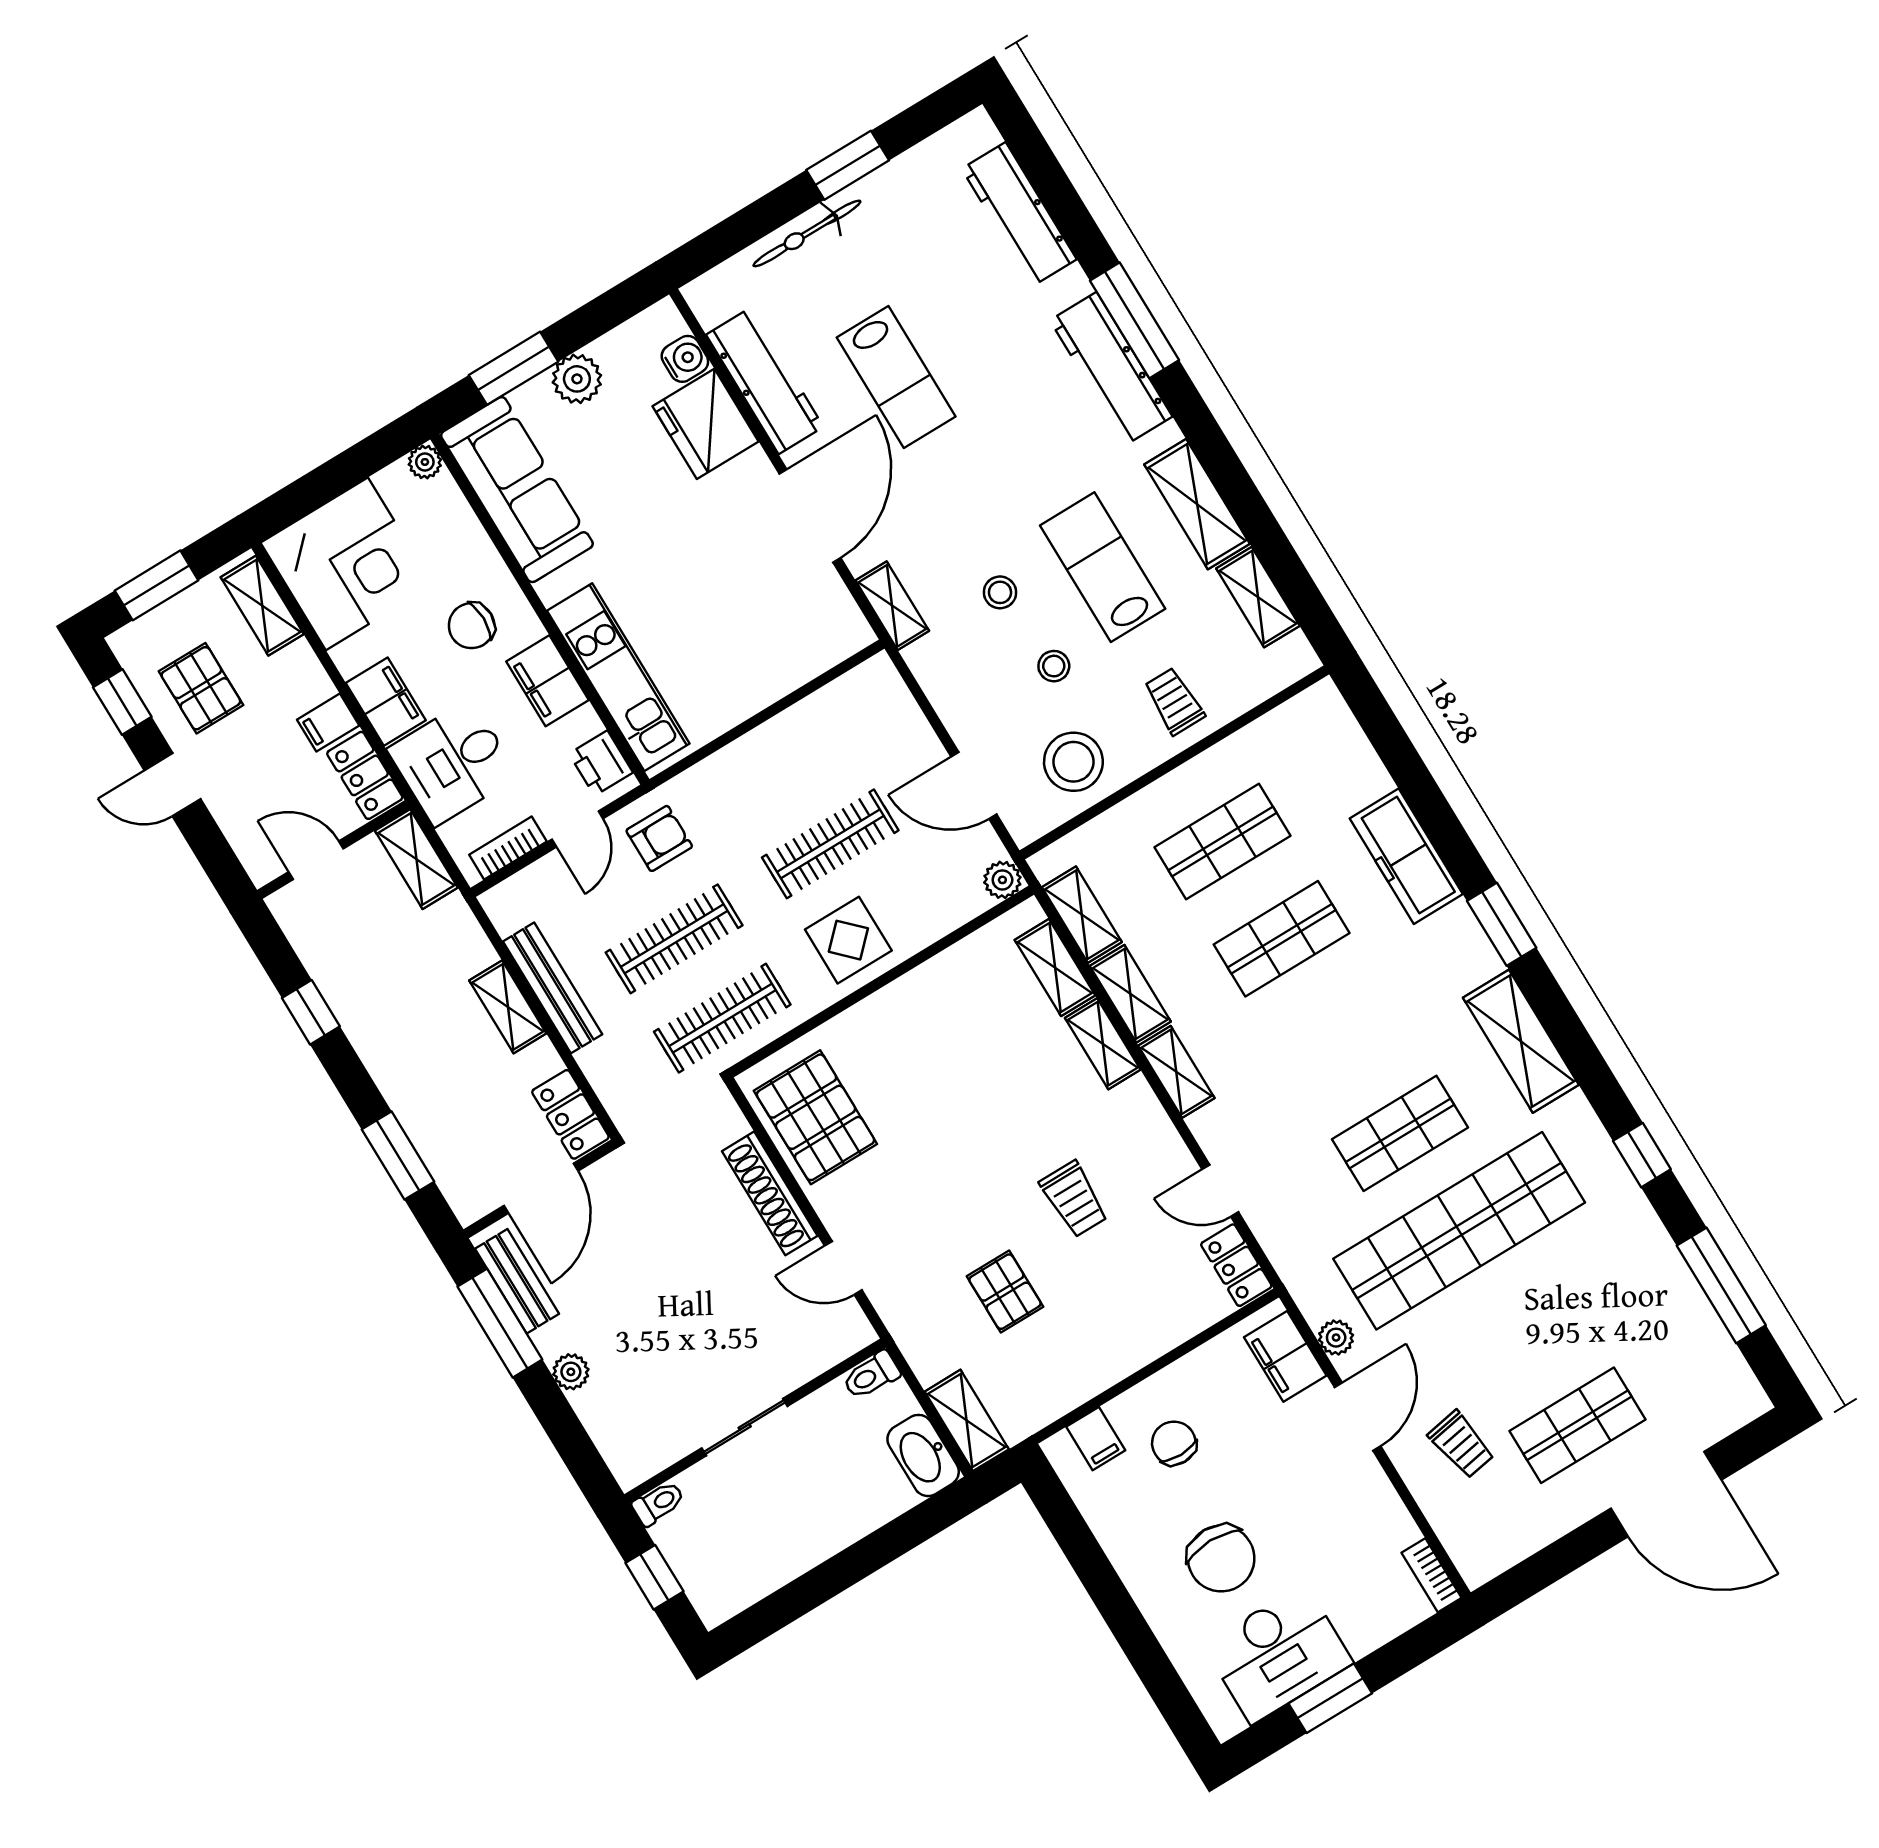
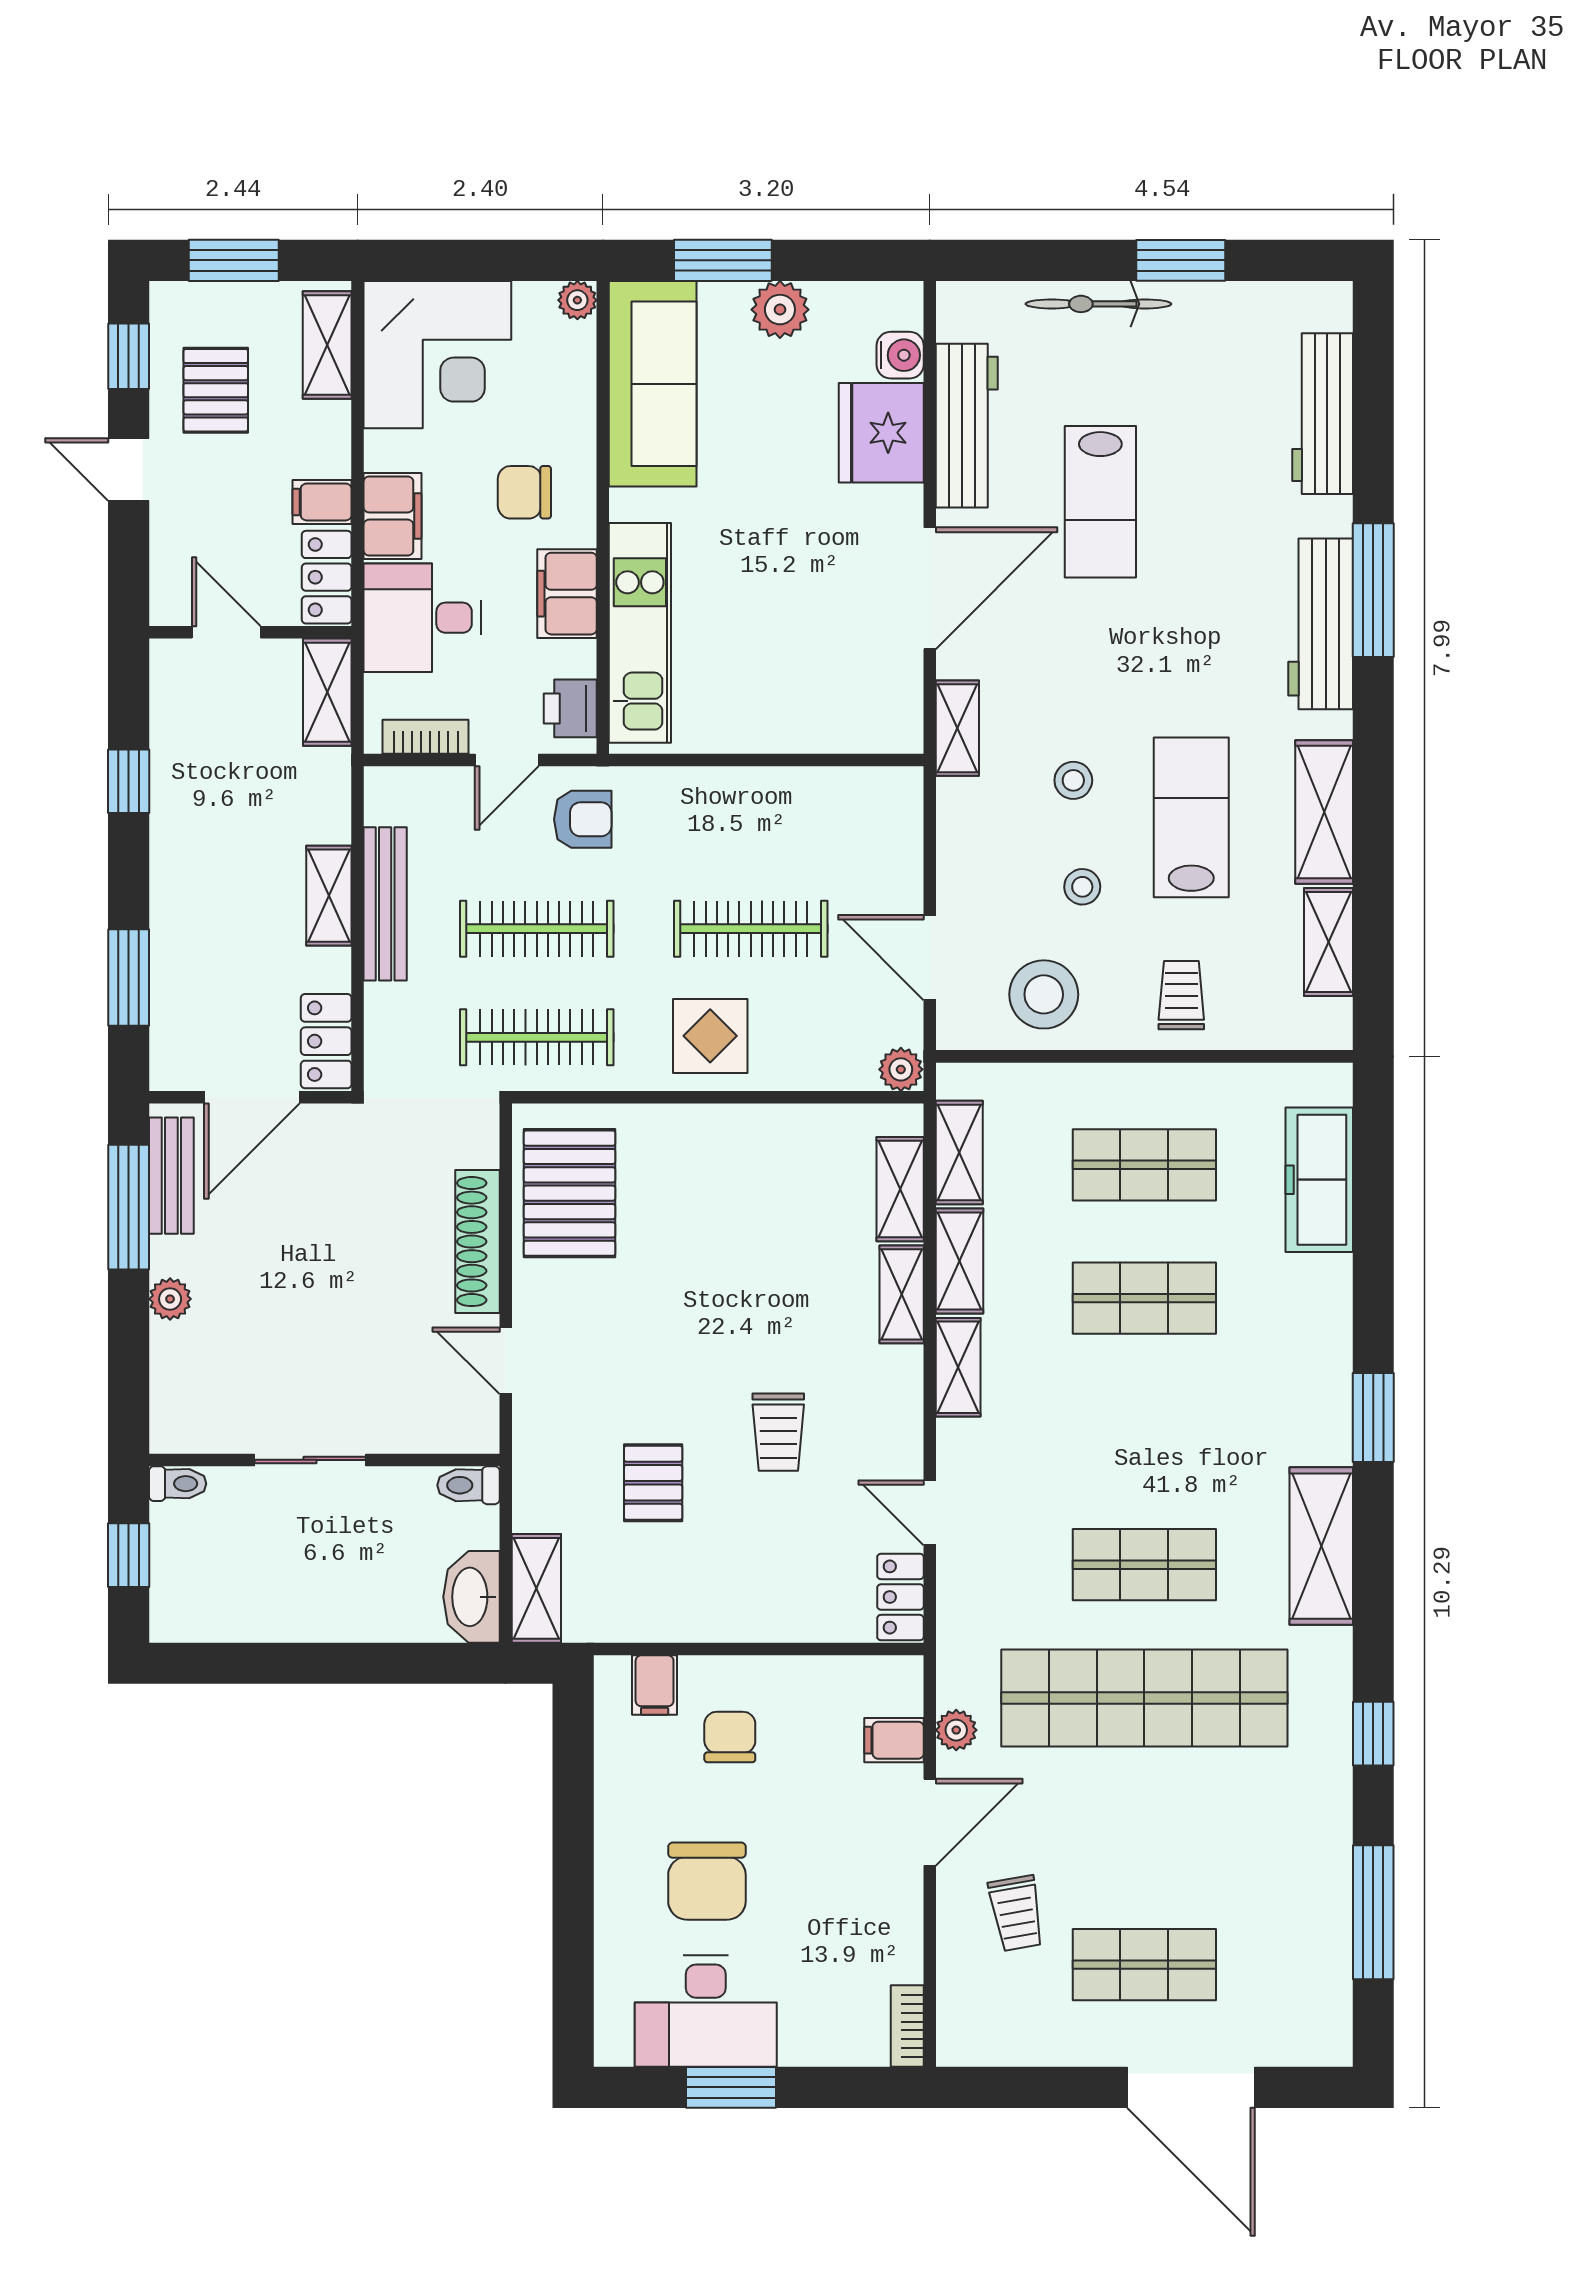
freezer: (1406, 856) -> (1319, 1180), moved
filing cabinet: (1285, 1356) -> (894, 1740), width x0.50

